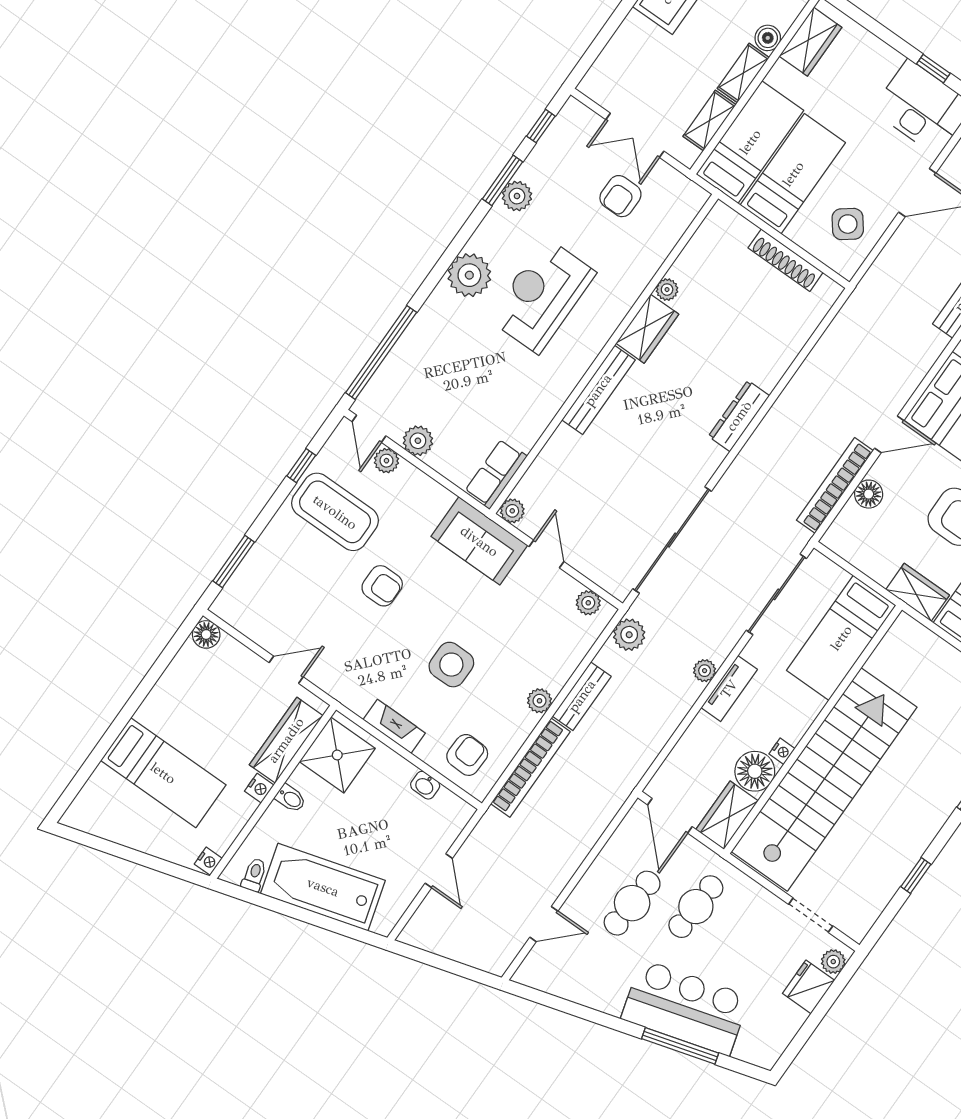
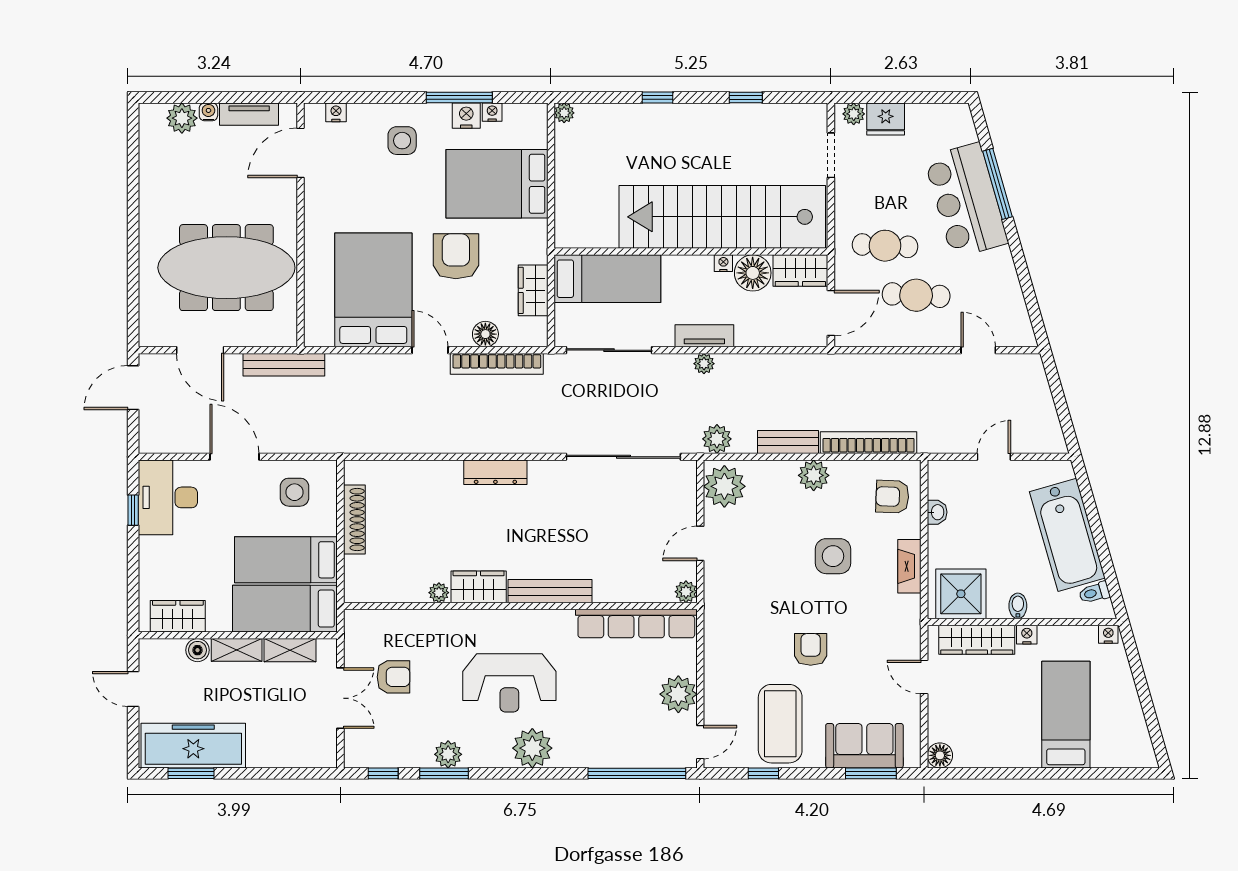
side table: (848, 224) -> (294, 492), turned 37
plant: (418, 441) -> (678, 694), width x1.36, depth x1.36
plant: (386, 461) -> (715, 712), removed
row of seats: (496, 474) -> (636, 624), width x2.02
sofa: (479, 541) -> (864, 746), moved, turned -90
wardrobe: (918, 592) -> (533, 290), moved
plant: (588, 603) -> (724, 486), width x1.87, depth x1.87
plant: (539, 701) -> (814, 475), width x1.38, depth x1.38

